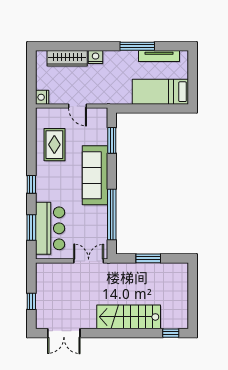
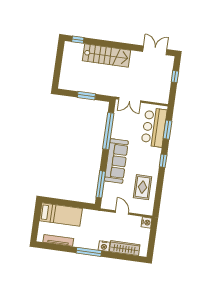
window: (137, 46) -> (89, 252), moved
window: (112, 140) -> (101, 184), width x1.44

